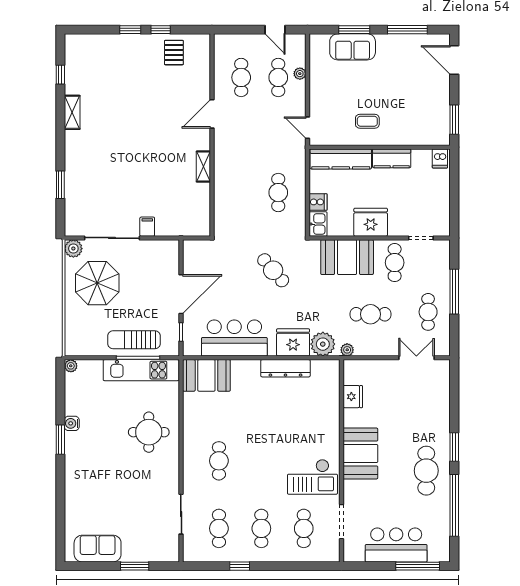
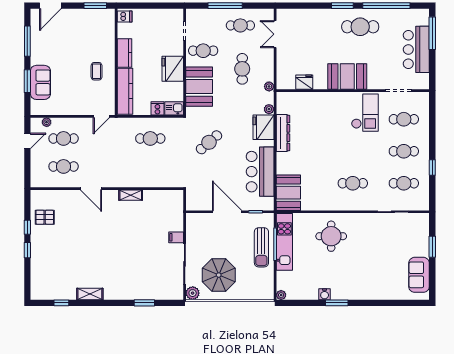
plant: (300, 74) -> (47, 122), moved
plant: (323, 344) -> (269, 109), width x0.53, depth x0.53

